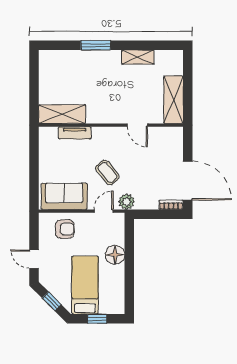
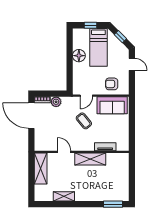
window: (96, 45) -> (113, 204), moved
shelving: (62, 114) -> (90, 159), moved
plant: (127, 202) -> (56, 102), moved
floor lamp: (115, 255) -> (79, 56), moved

